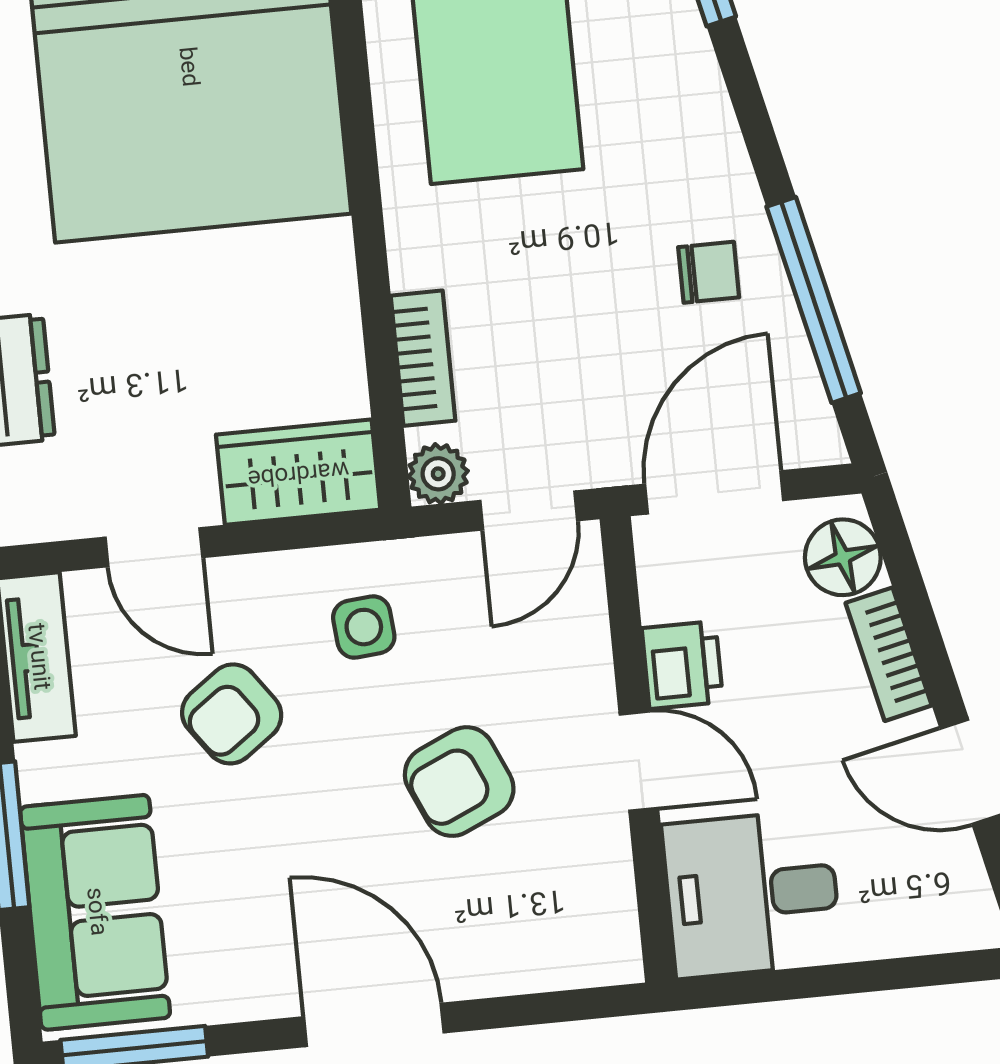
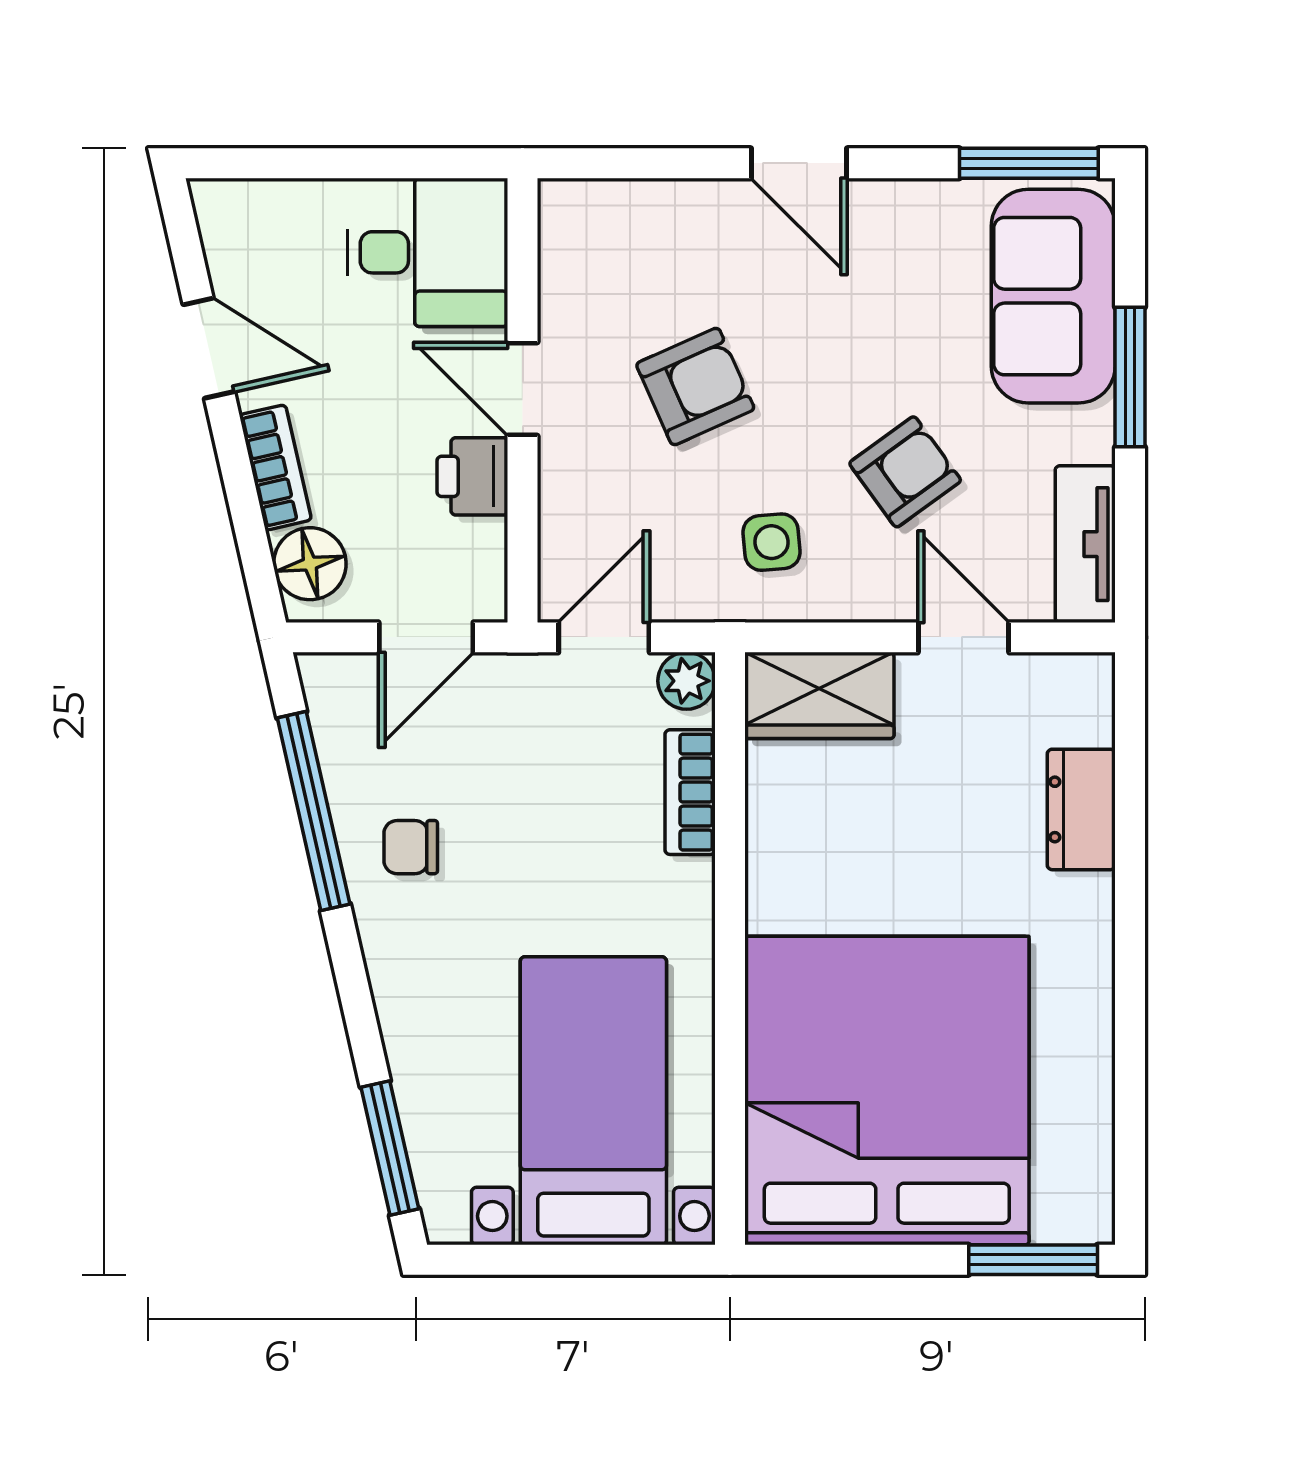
door: (714, 492) -> (426, 637), width x0.73
door: (374, 1025) -> (799, 163), width x0.73

